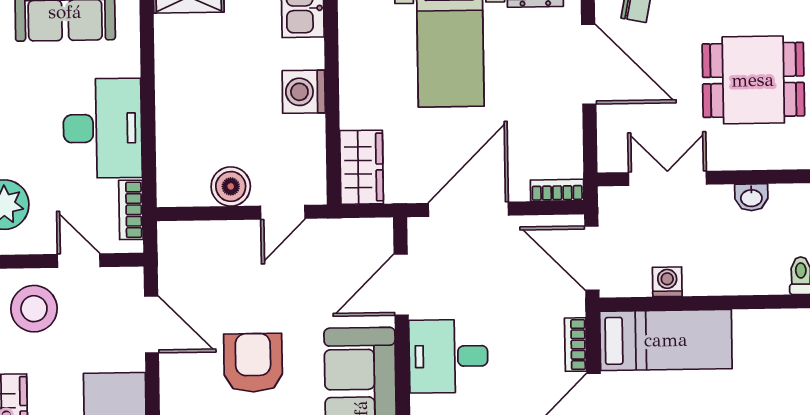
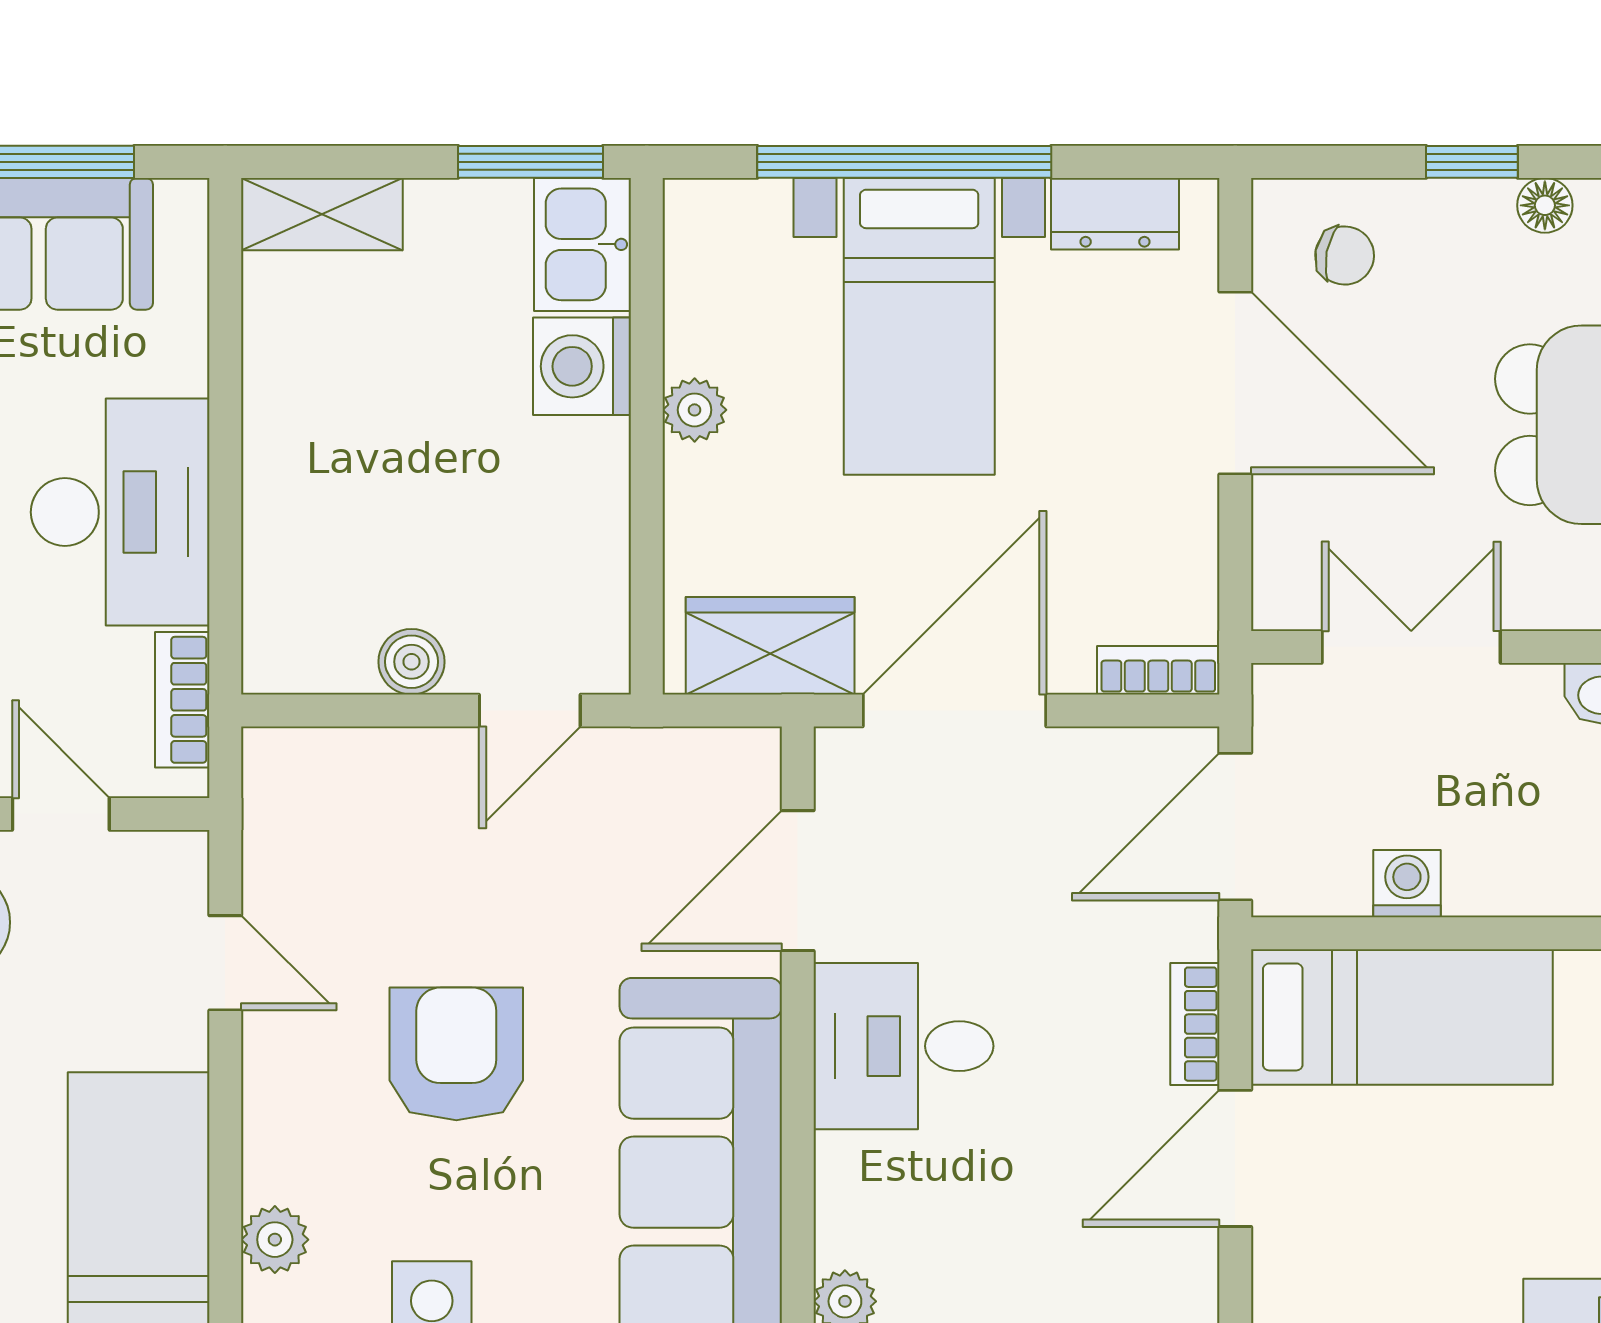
plant: (353, 80) -> (695, 410), added
washing machine: (304, 92) -> (582, 366), moved
wardrobe: (362, 167) -> (770, 646), moved, turned -90
boiler: (231, 186) -> (412, 662), width x0.73, depth x0.73
door: (592, 258) -> (1235, 827), hinge flipped
door: (152, 324) -> (225, 963), width x0.73

